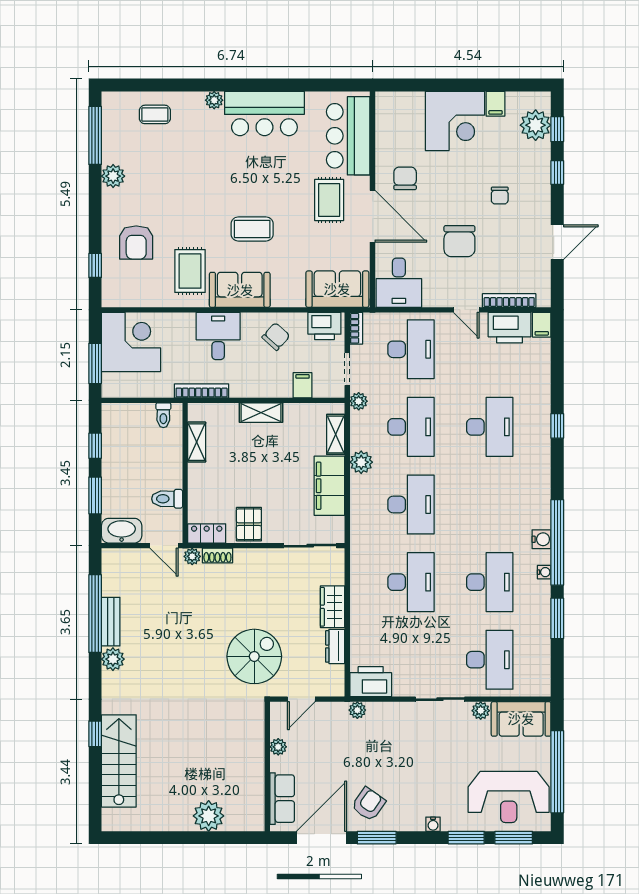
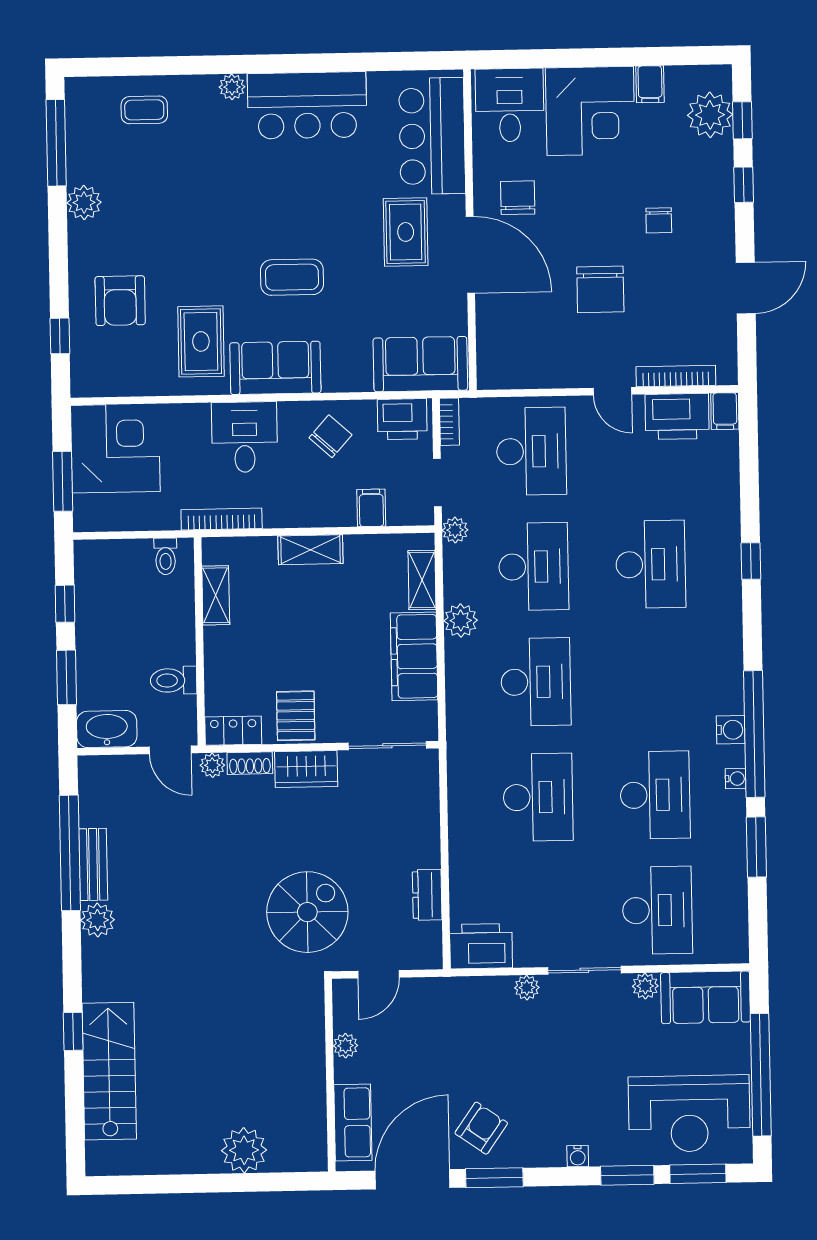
desk: (399, 283) -> (510, 105), moved, turned 180
wardrobe: (333, 607) -> (306, 769), moved, turned -90
plant: (357, 710) -> (527, 988), moved

